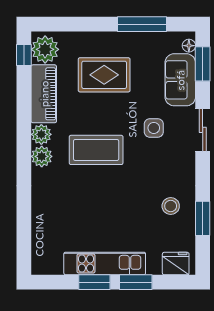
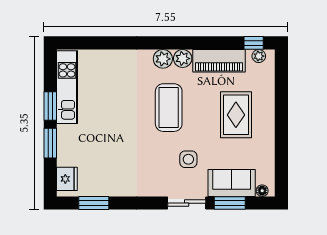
window: (142, 24) -> (281, 149), removed
plant: (45, 49) -> (259, 56), width x0.53, depth x0.53
window: (203, 64) -> (230, 203), moved
stool: (171, 206) -> (118, 174), removed
window: (203, 218) -> (94, 203), moved
kitchen unit: (105, 264) -> (67, 87), moved

